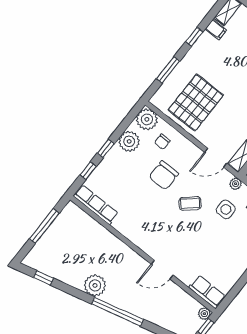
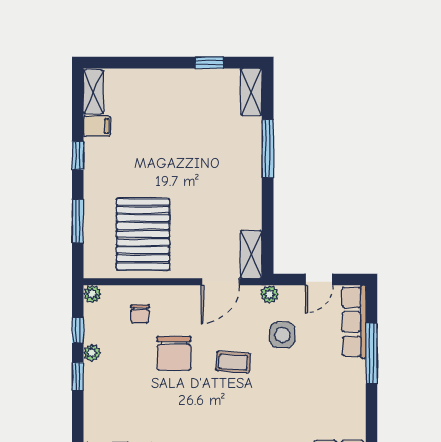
plant: (147, 119) -> (92, 294), width x0.53, depth x0.53
plant: (129, 141) -> (92, 353), width x0.53, depth x0.53
window: (88, 171) -> (78, 330), moved
coffee table: (190, 203) -> (233, 362), turned 46

